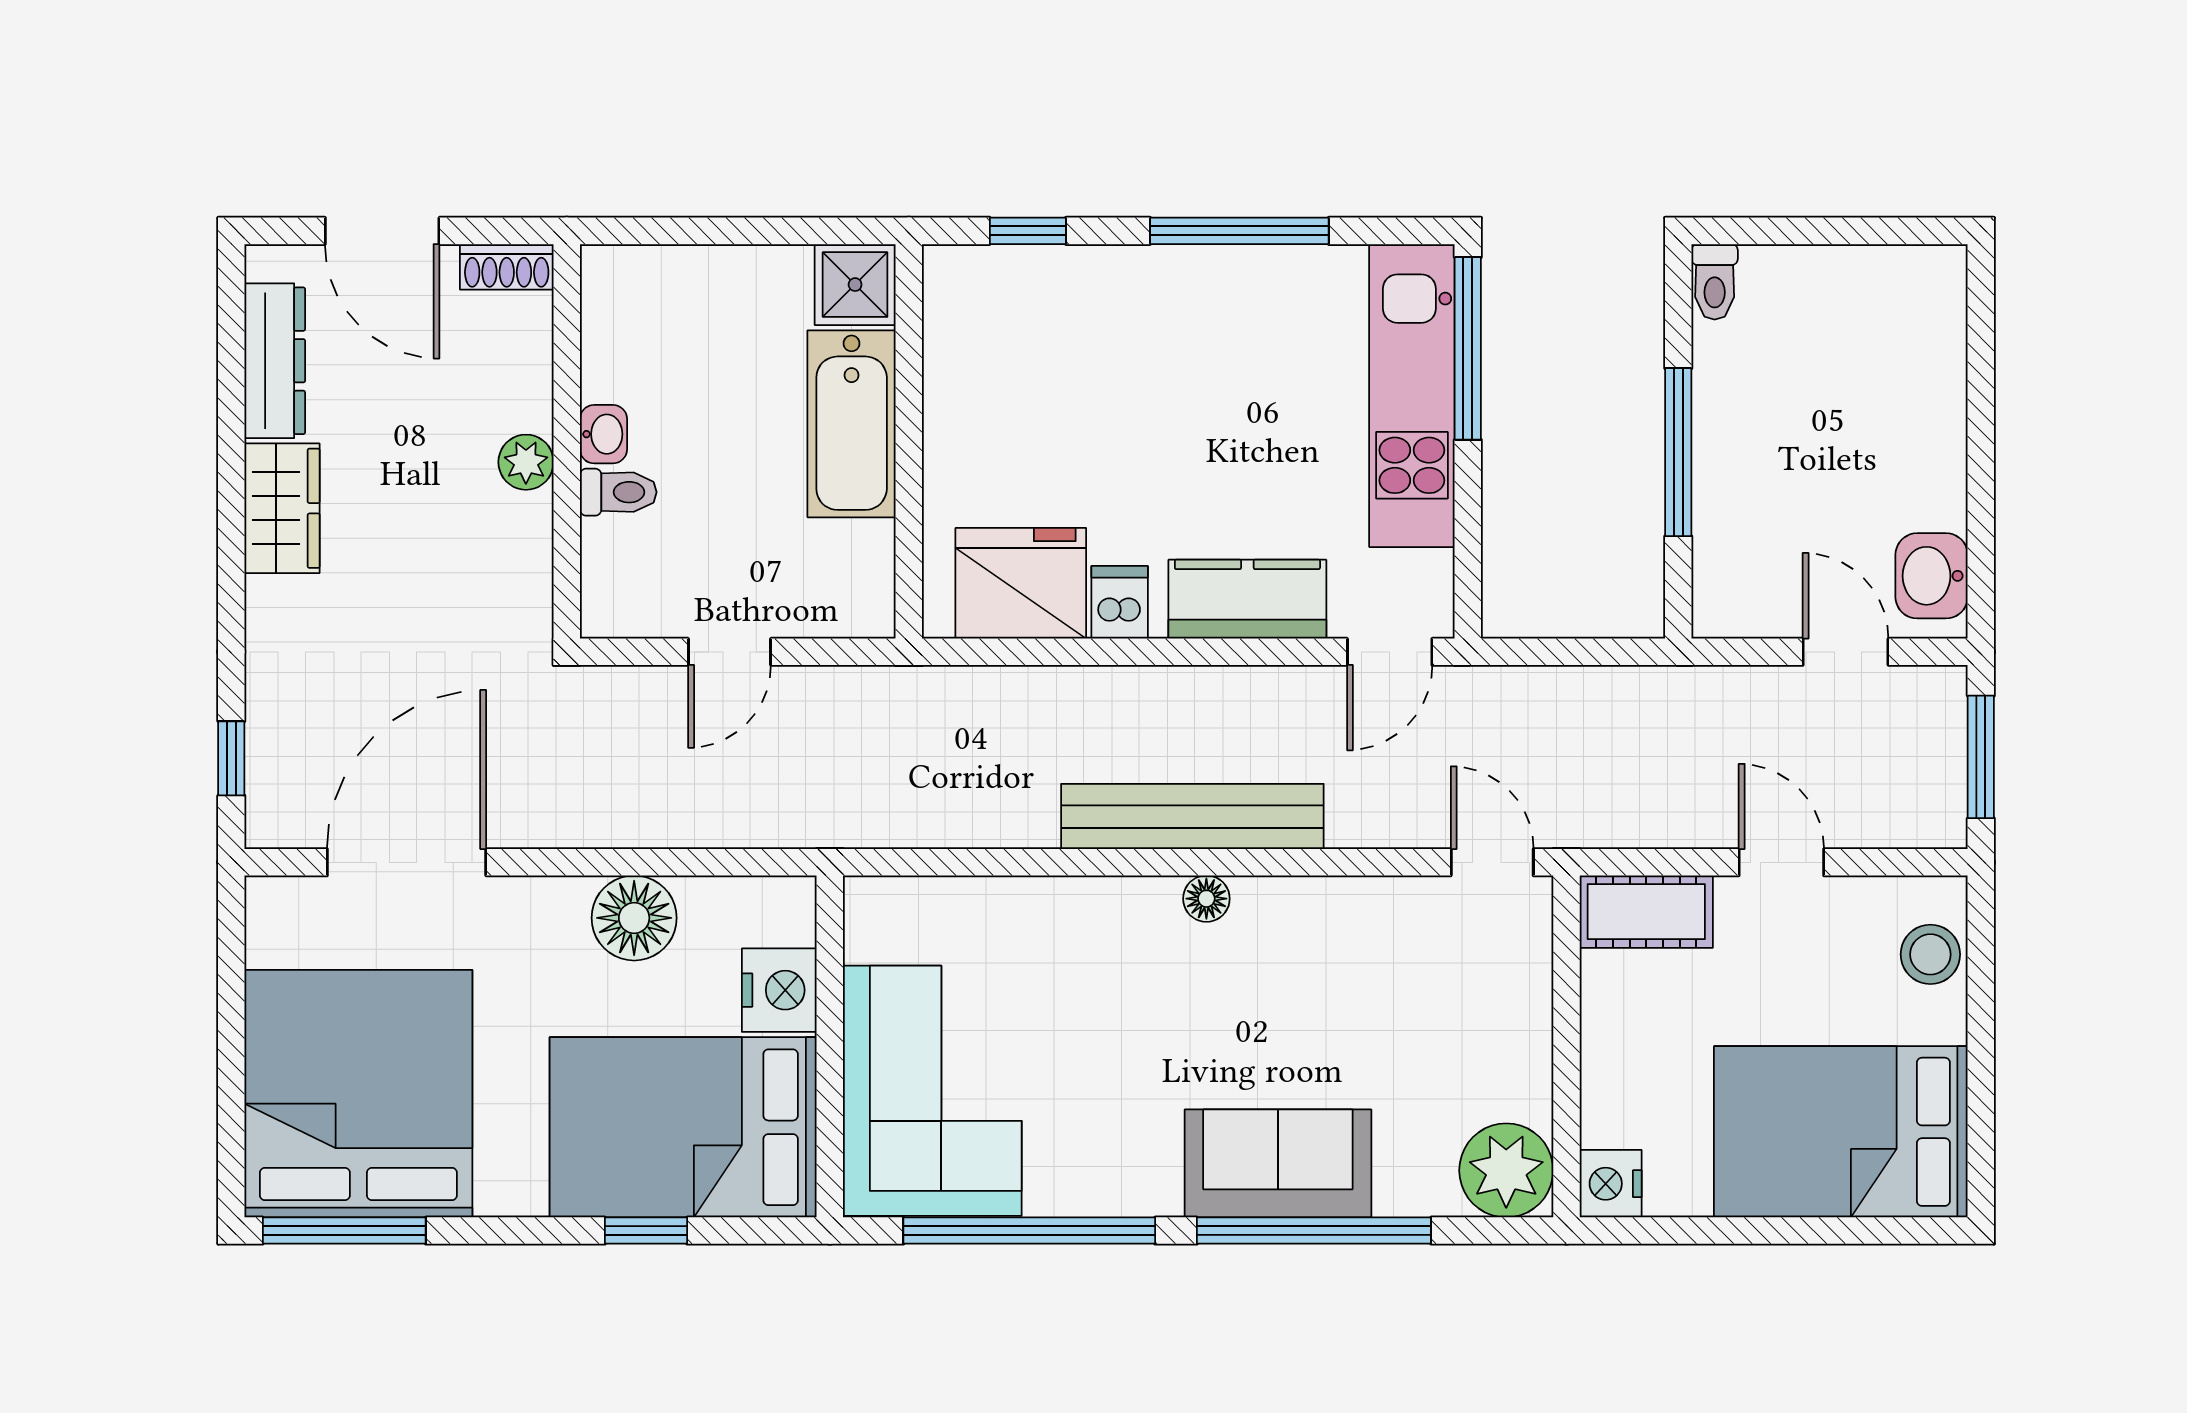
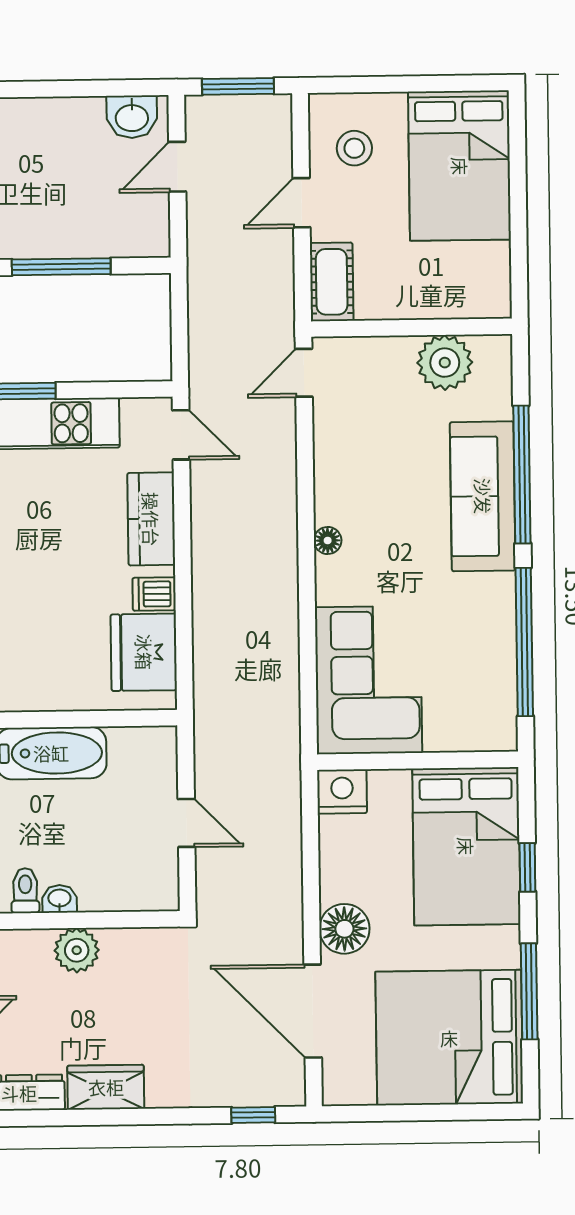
plant: (526, 462) -> (77, 950), width x1.38, depth x1.38
toilet: (618, 492) -> (25, 891), moved
bench: (1192, 816) -> (279, 549), removed
floor lamp: (634, 918) -> (344, 929), moved
stool: (1930, 954) -> (354, 148), moved
nightstand: (779, 990) -> (342, 792), moved
corner sofa: (932, 1091) -> (368, 680), moved, turned 90
sofa: (1278, 1163) -> (483, 496), width x1.36
plant: (1506, 1170) -> (445, 363), moved
nightstand: (1611, 1184) -> (492, 301), removed
window: (344, 1231) -> (529, 991), moved

